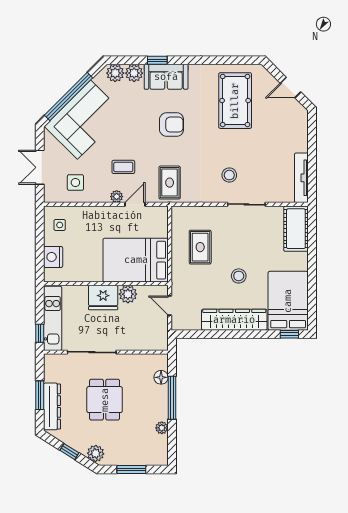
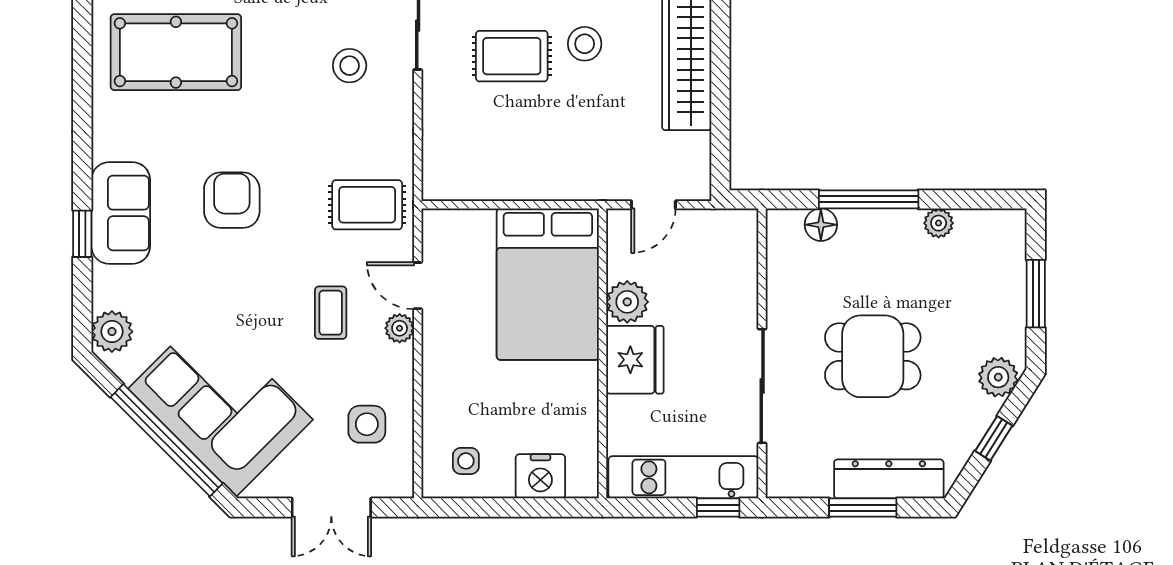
plant: (134, 73) -> (112, 287), removed
rug: (200, 247) -> (512, 56), moved

